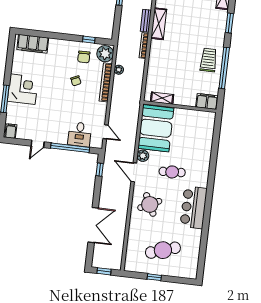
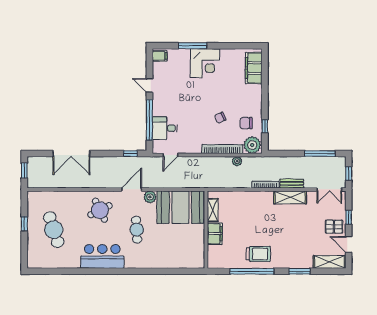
filing cabinet: (207, 101) -> (215, 234), moved

